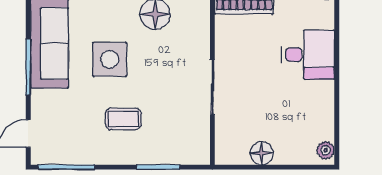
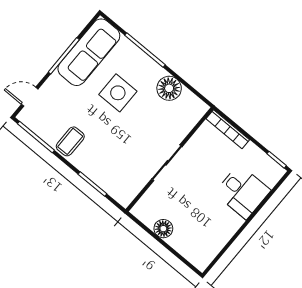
coffee table: (123, 119) -> (70, 141), moved, turned 90
plant: (326, 150) -> (204, 260), removed

